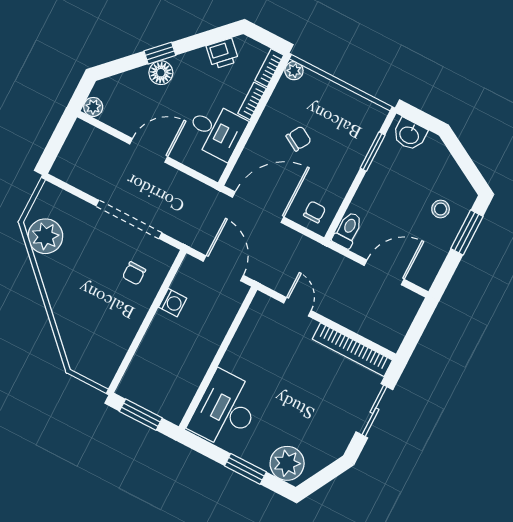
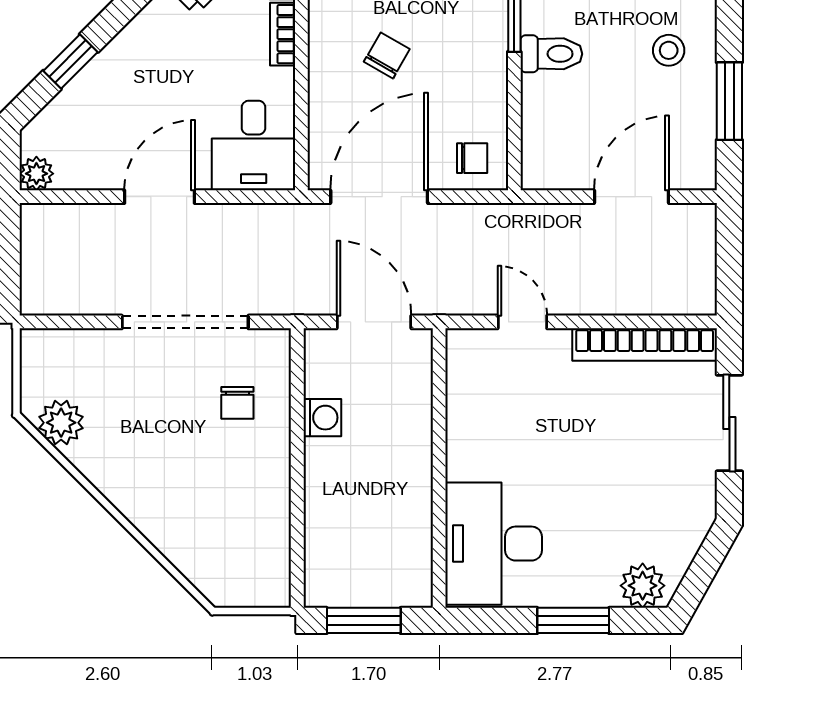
window: (160, 53) -> (70, 61), moved
floor lamp: (161, 73) -> (115, 64), removed
desk: (216, 131) -> (254, 146), moved, turned 90
chair: (315, 212) -> (472, 158), turned 90
toilet: (348, 230) -> (551, 54), moved, turned 90
window: (467, 232) -> (729, 101), moved
plant: (45, 236) -> (61, 423), width x0.73, depth x0.73
plant: (287, 463) -> (643, 586), width x0.73, depth x0.73

